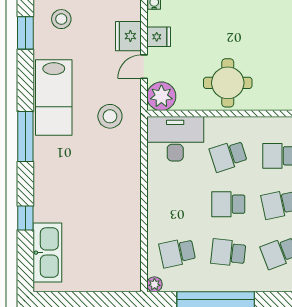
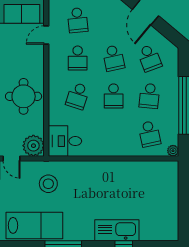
desk: (175, 139) -> (65, 141), width x0.73
school desk: (228, 156) -> (78, 96), turned 36
kitchen sink: (47, 253) -> (117, 230), moved

